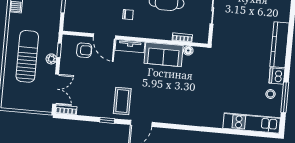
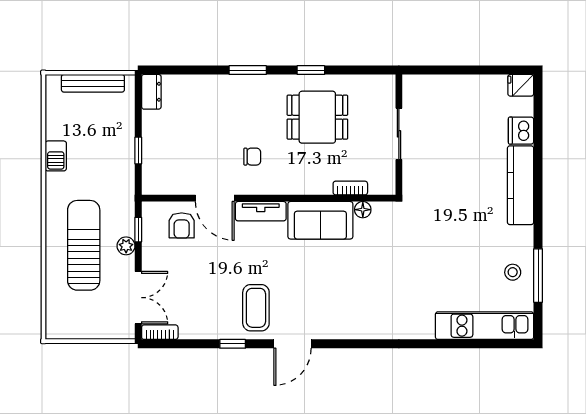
armchair: (84, 50) -> (182, 225), turned 90
dishwasher: (277, 76) -> (521, 131), moved

